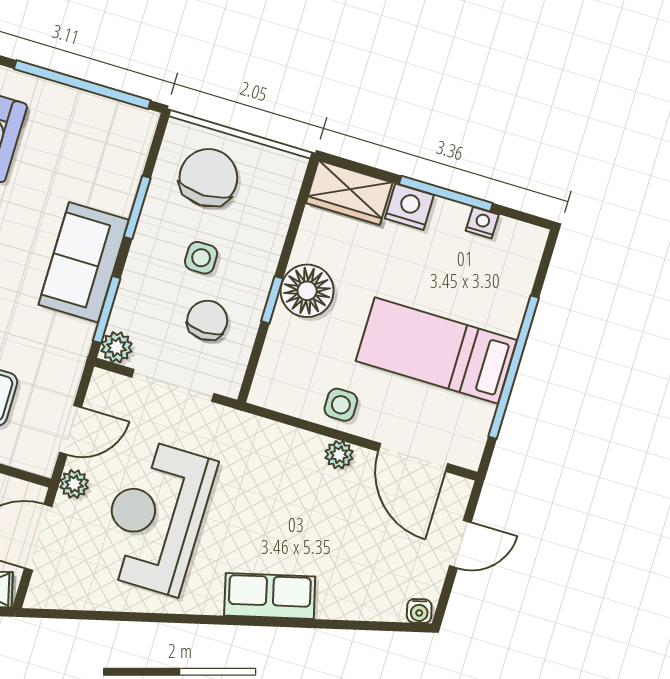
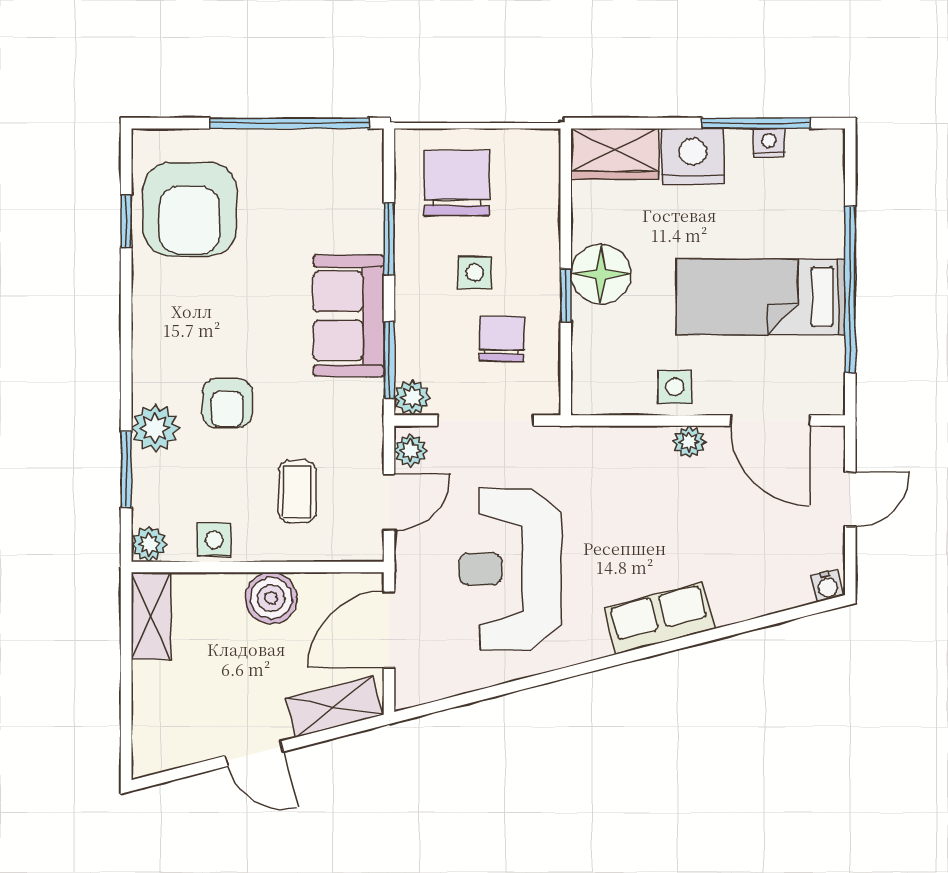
window: (446, 194) -> (756, 123), moved
nightstand: (409, 207) -> (693, 156), width x1.36, depth x1.33
plant: (74, 484) -> (411, 451), moved

